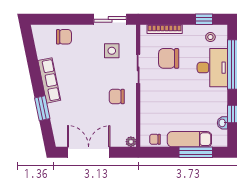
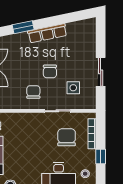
sliding door: (110, 19) -> (101, 72), moved
window: (204, 19) -> (101, 157), moved
chair: (64, 37) -> (50, 71), moved

